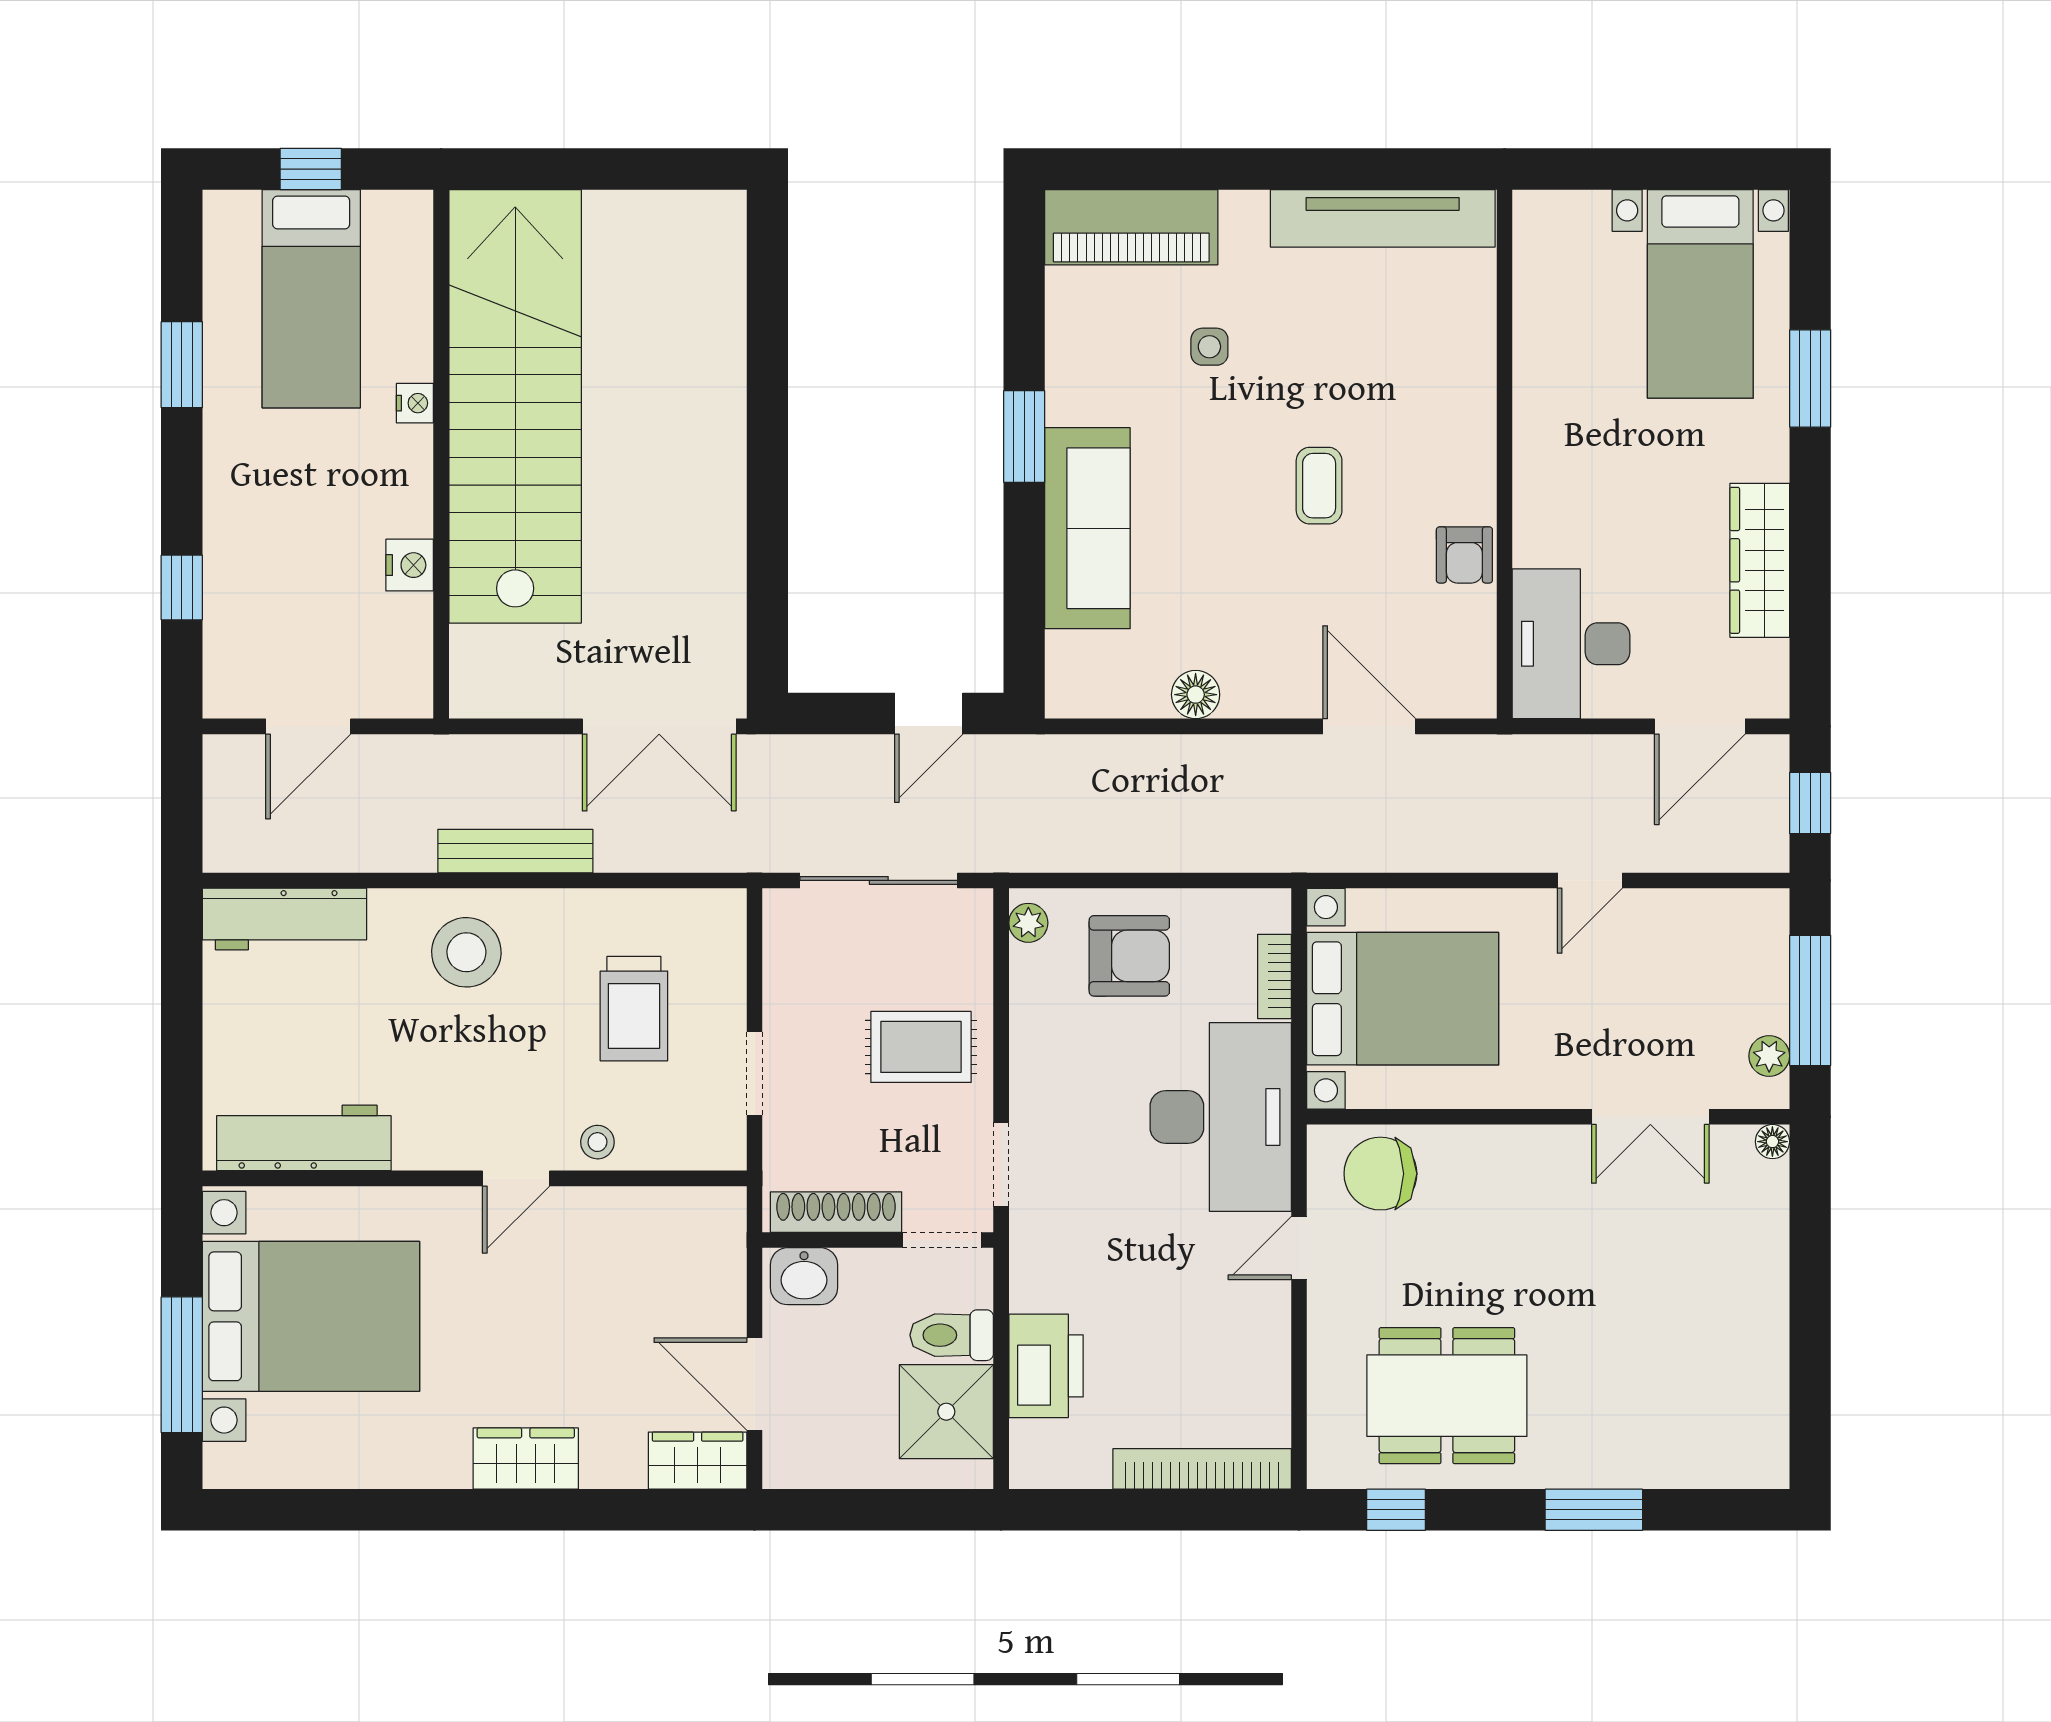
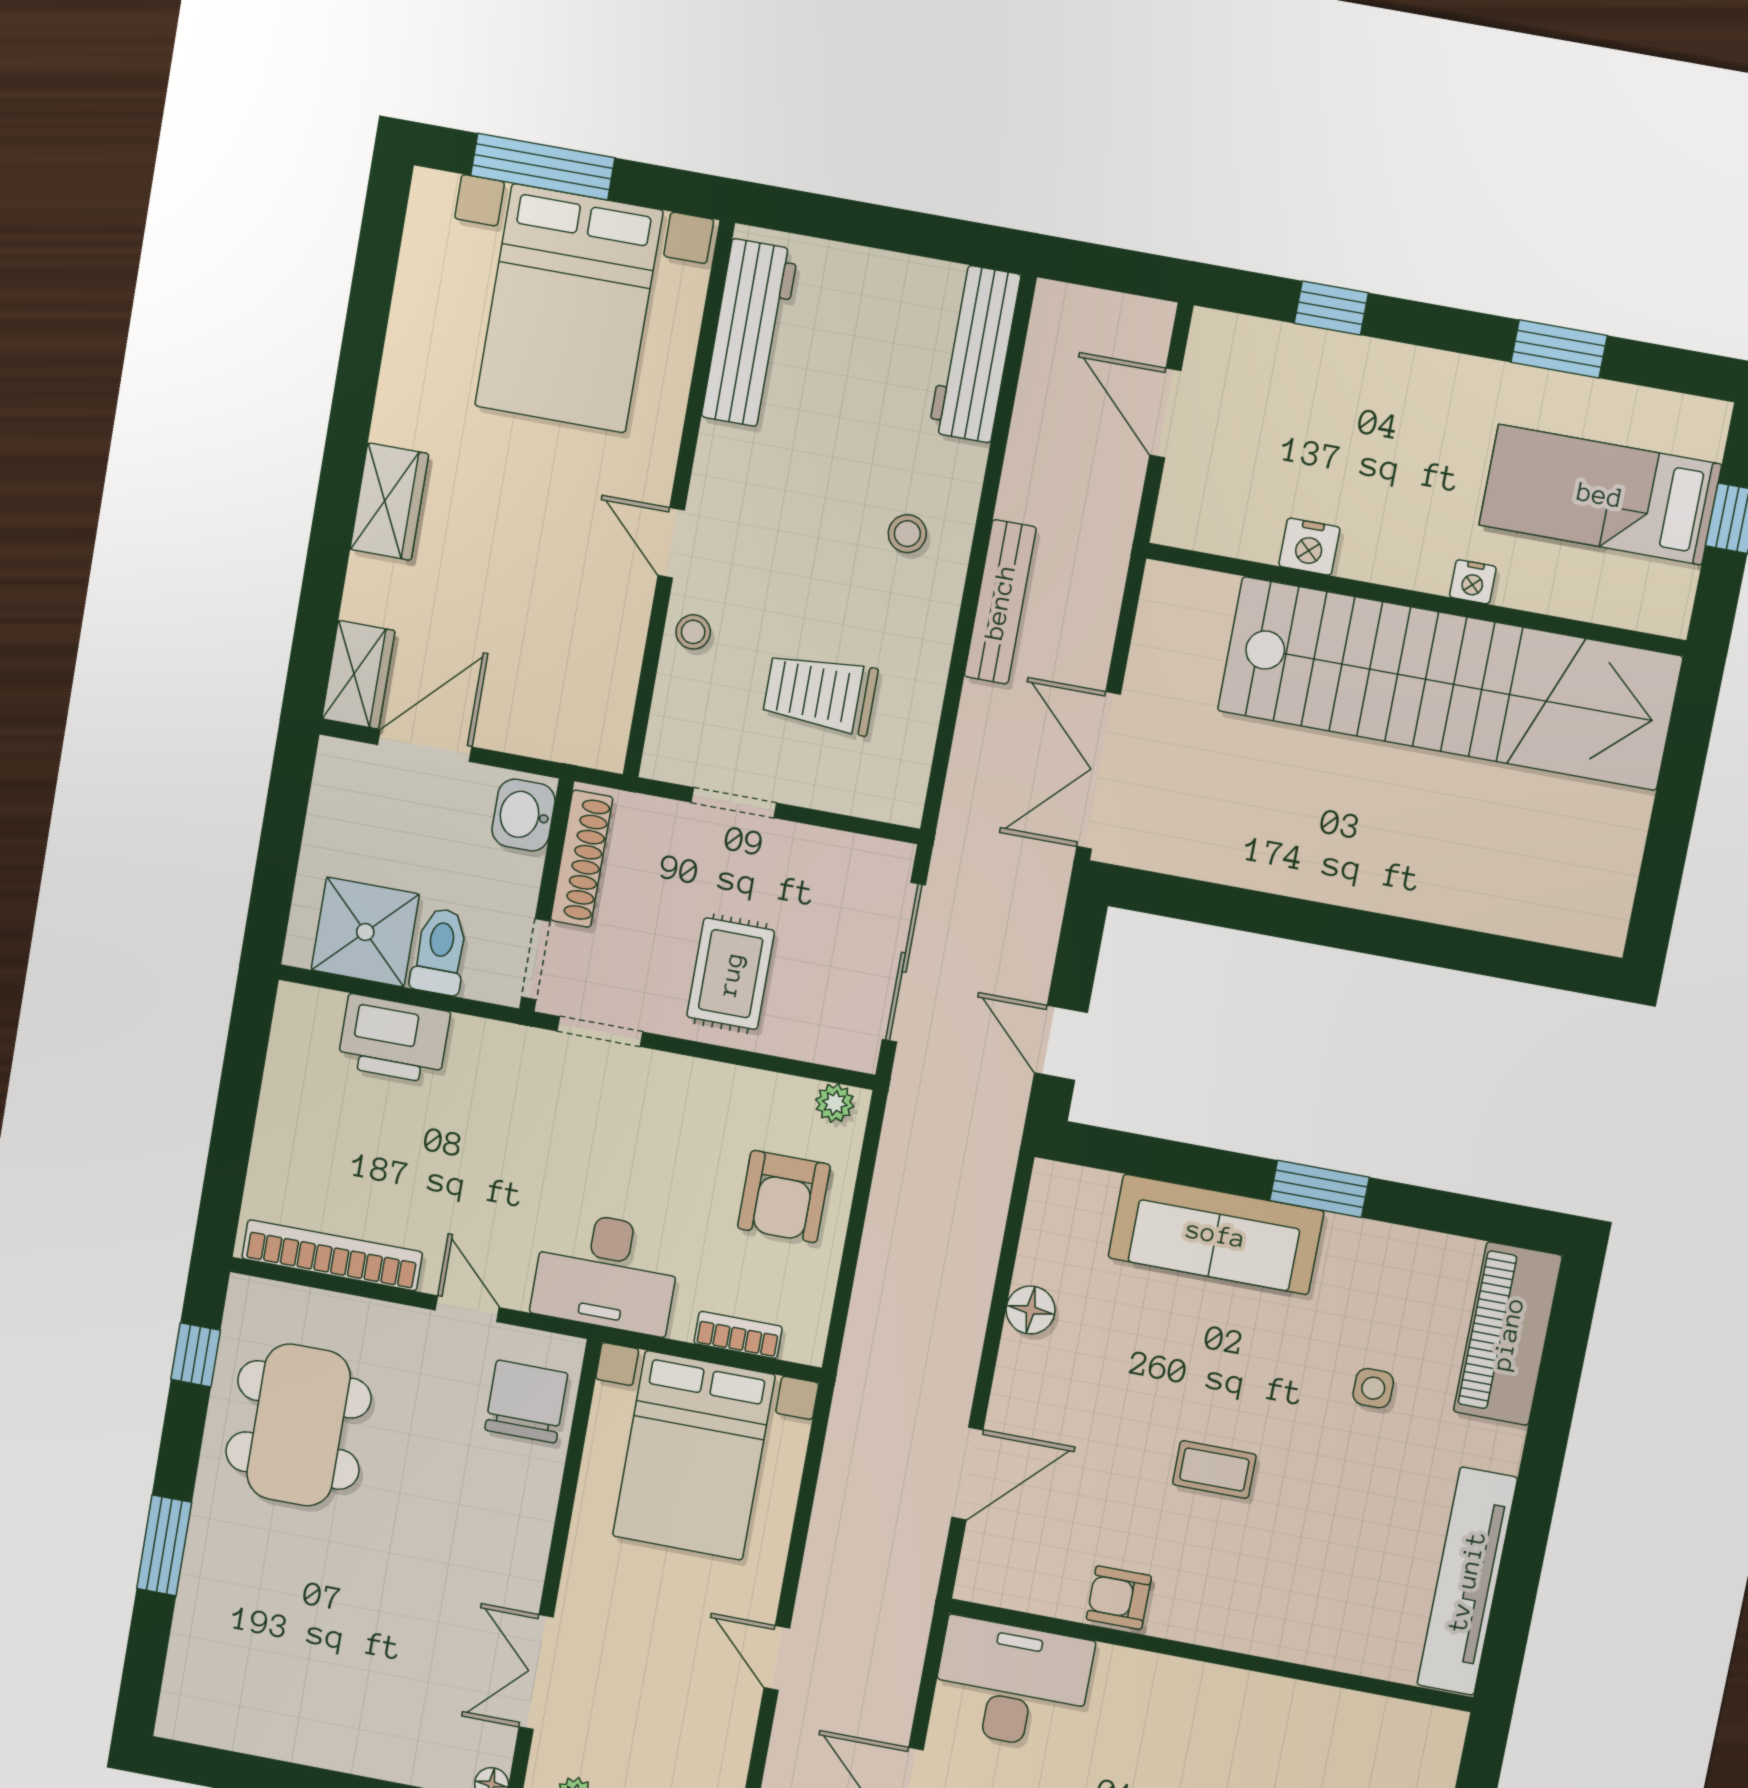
stool: (466, 952) -> (907, 534), width x0.53, depth x0.53
desk: (1221, 1117) -> (606, 1272), width x0.73, depth x0.77
bookcase: (1202, 1469) -> (332, 1255), moved, turned -90

